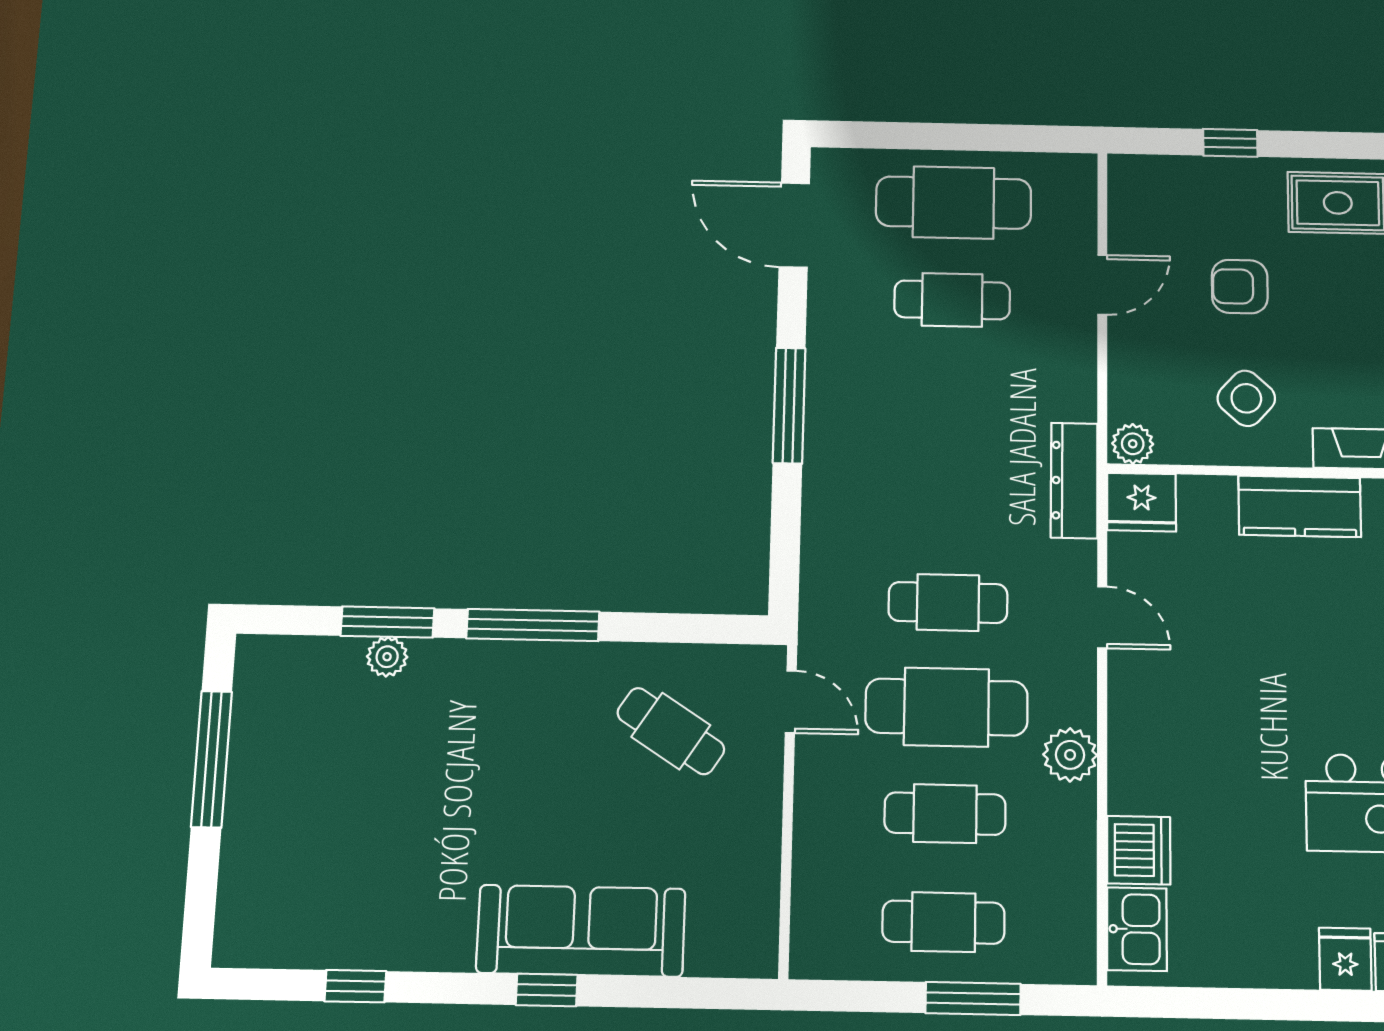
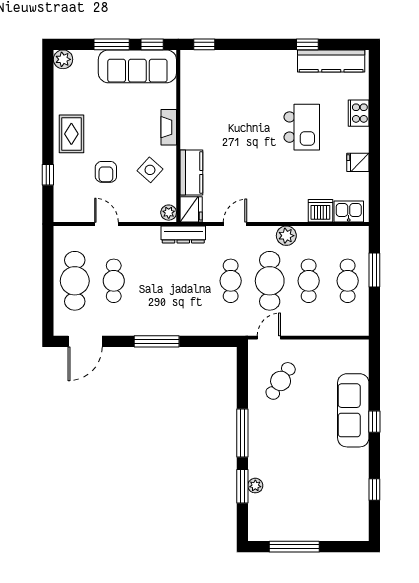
kitchen counter: (1300, 506) -> (191, 172), moved
fridge: (1345, 959) -> (358, 162), moved

